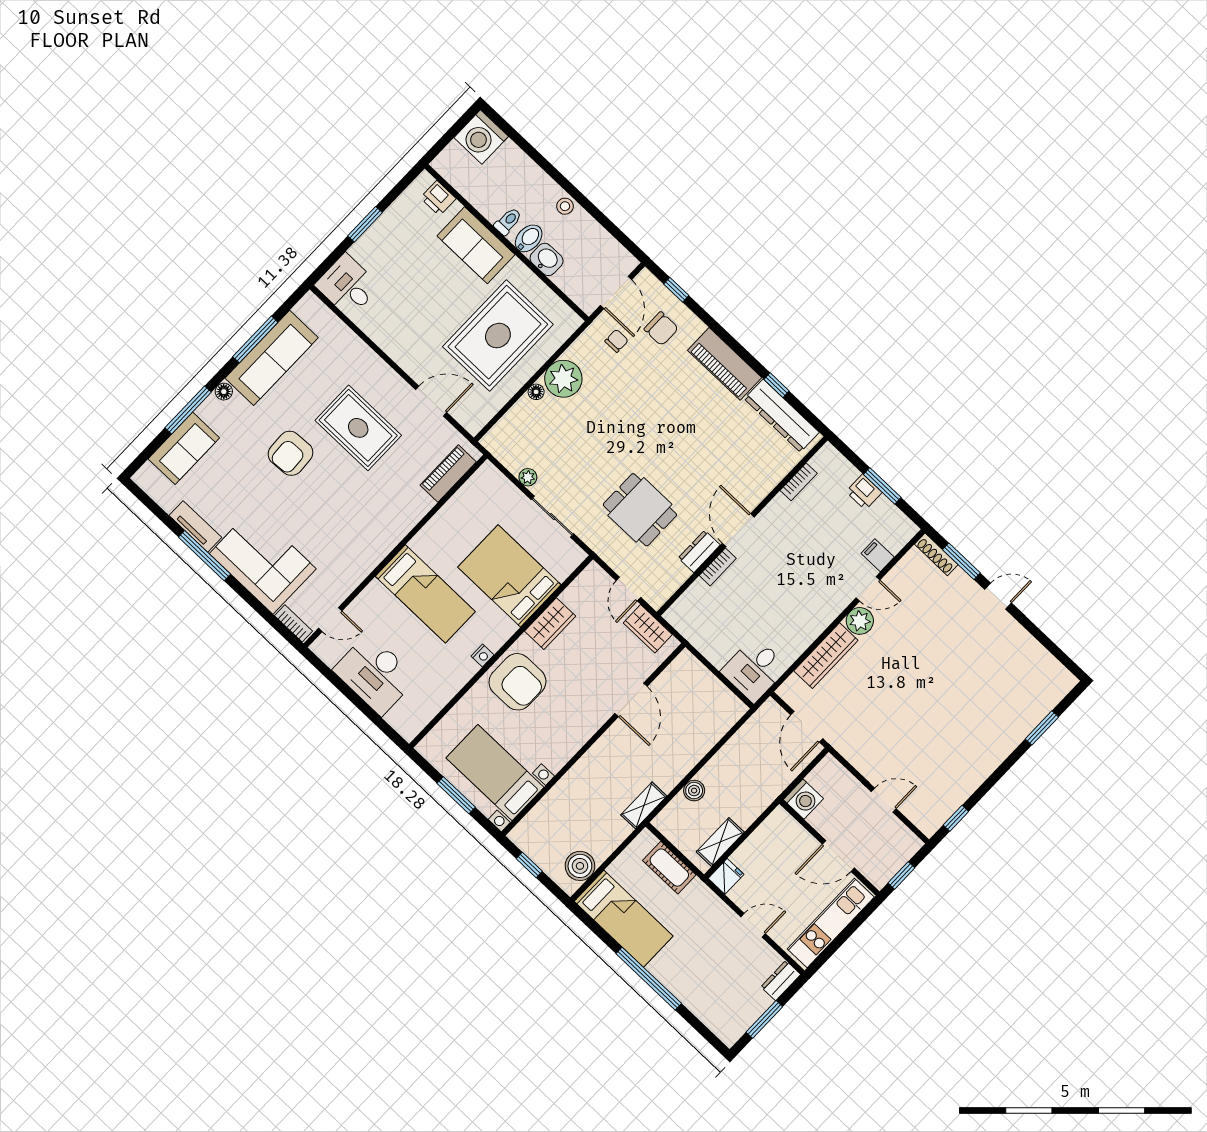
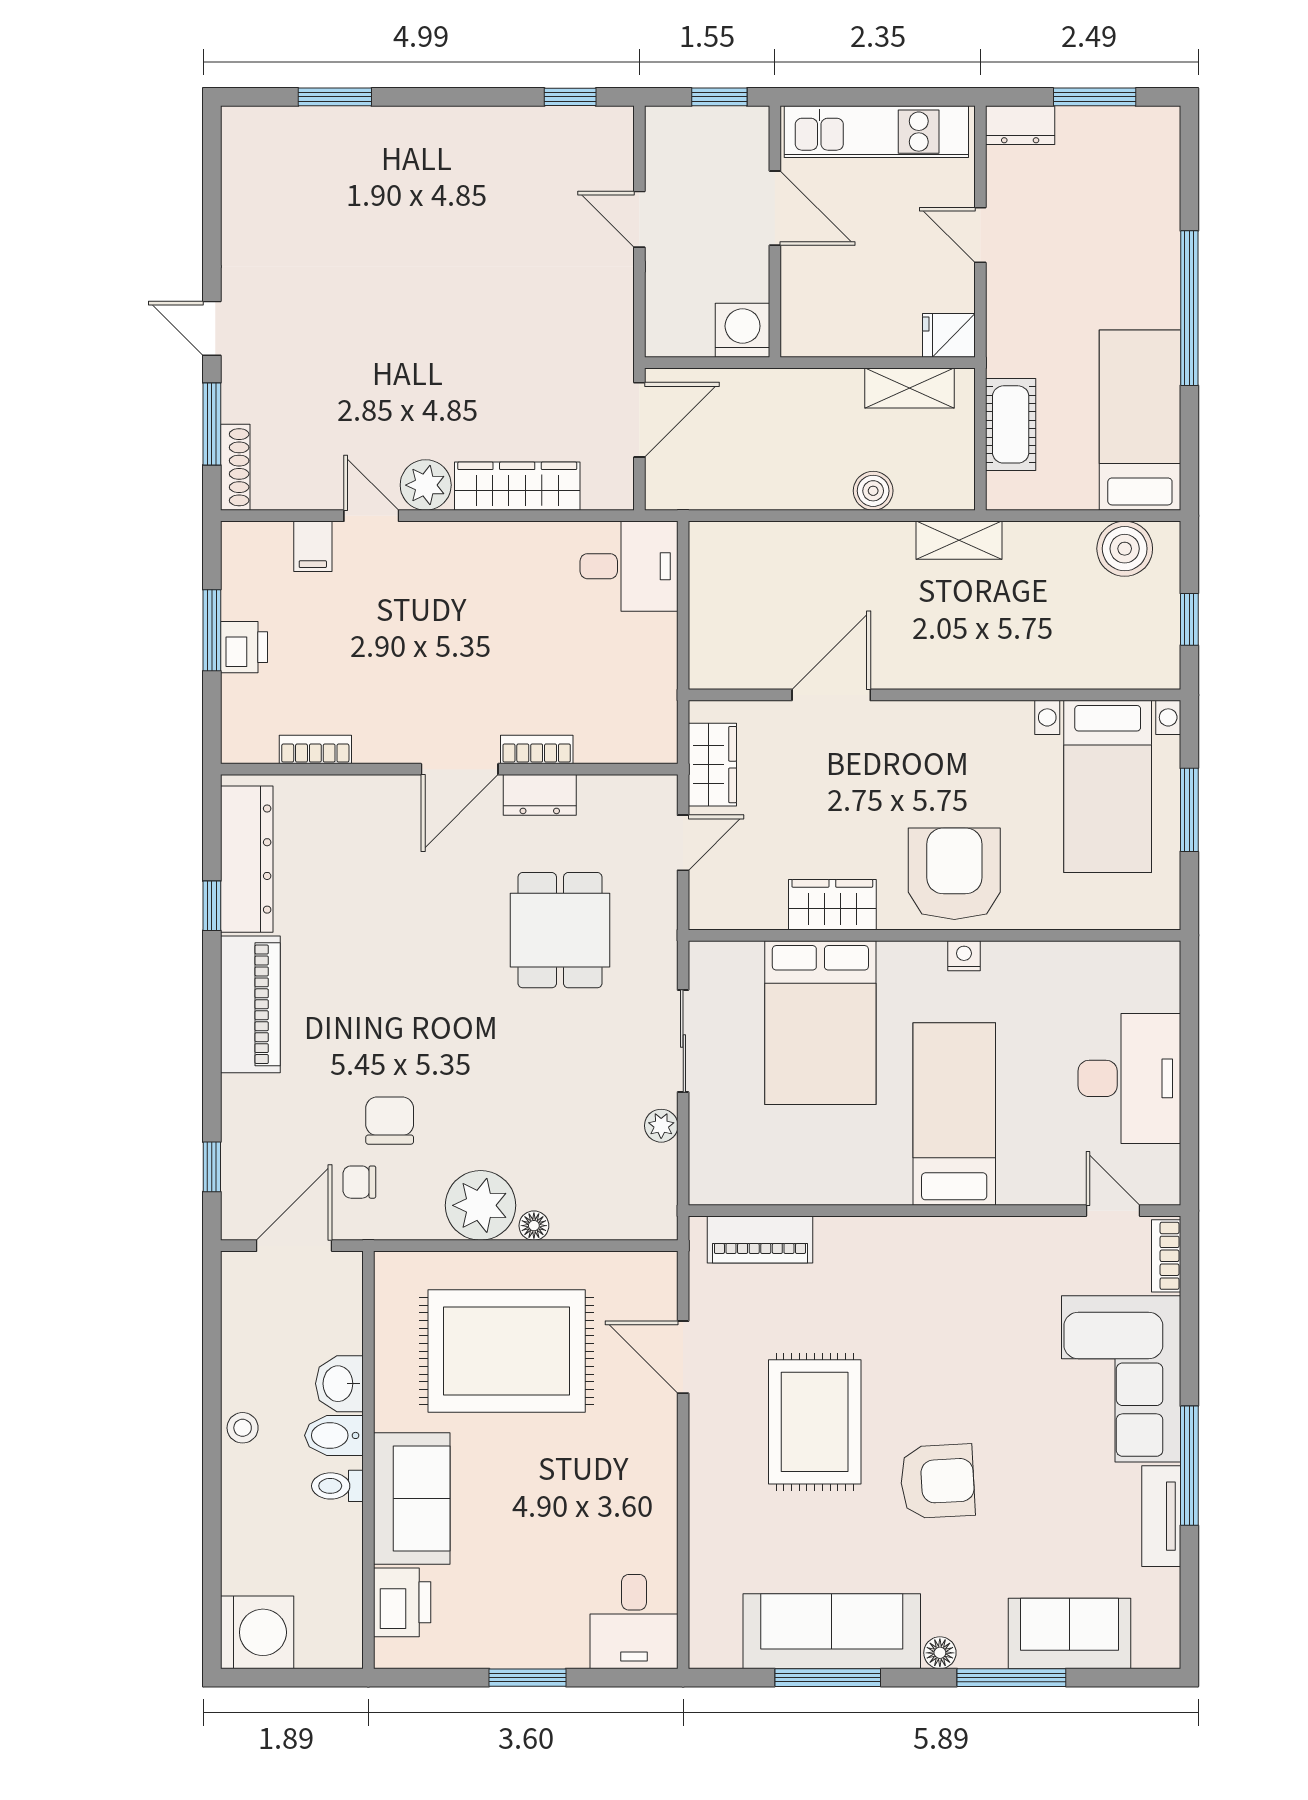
printer: (438, 198) -> (402, 1602), width x1.36, depth x1.24
chair: (661, 329) -> (390, 1121), moved

